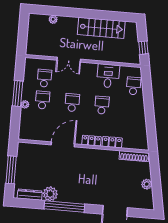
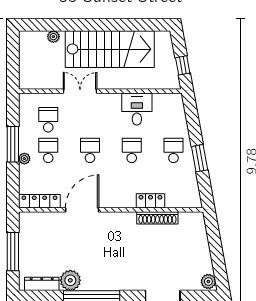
stairs: (101, 28) -> (110, 49), width x1.36, depth x1.51
double door: (69, 60) -> (80, 91), swing flipped
school desk: (133, 86) -> (173, 150), moved
window: (150, 115) -> (200, 158), added
locker: (92, 141) -> (39, 201), moved, width x1.53
shoe rack: (134, 156) -> (157, 218), moved
plant: (147, 184) -> (208, 281), moved

